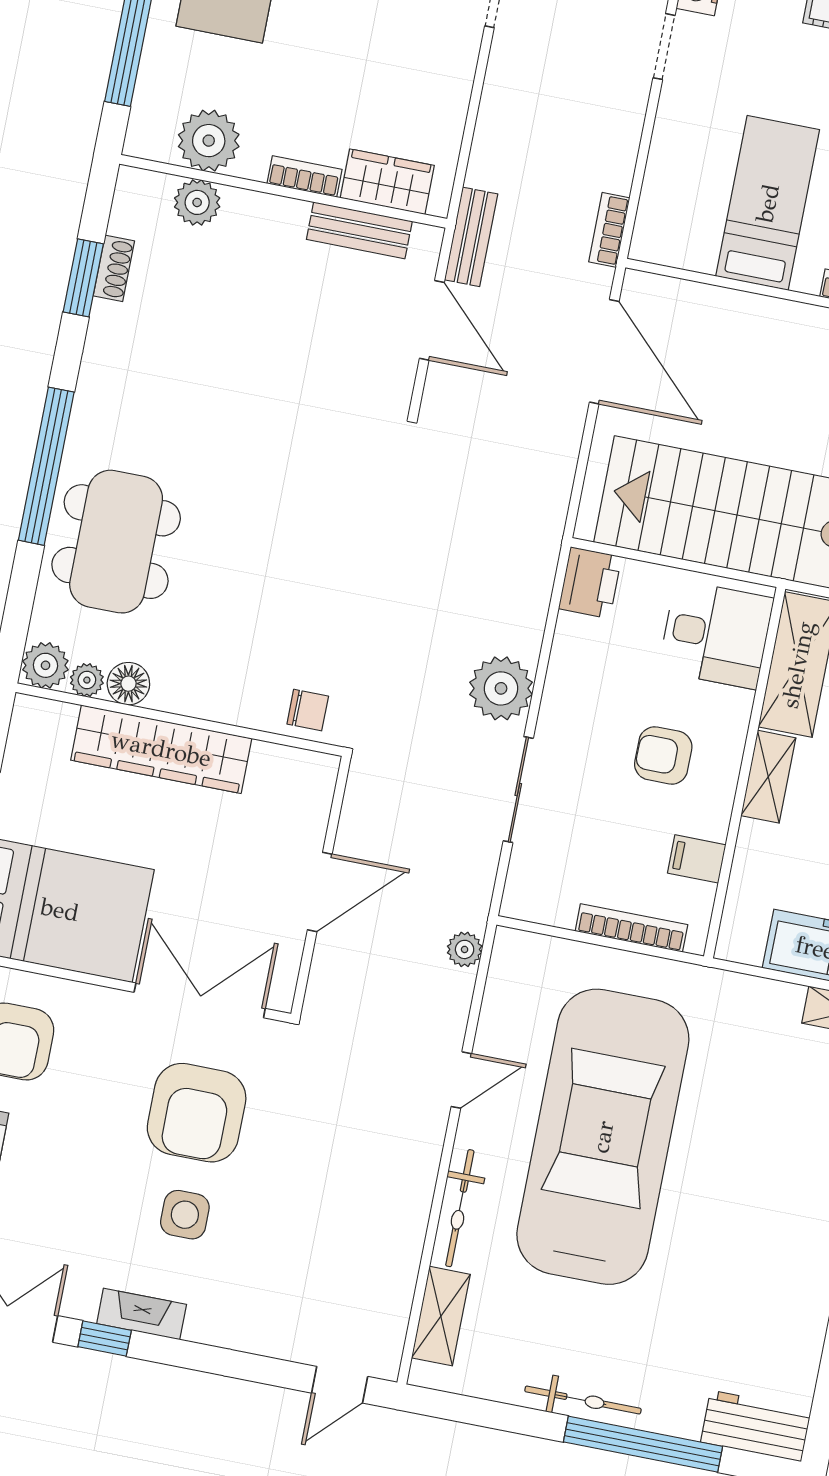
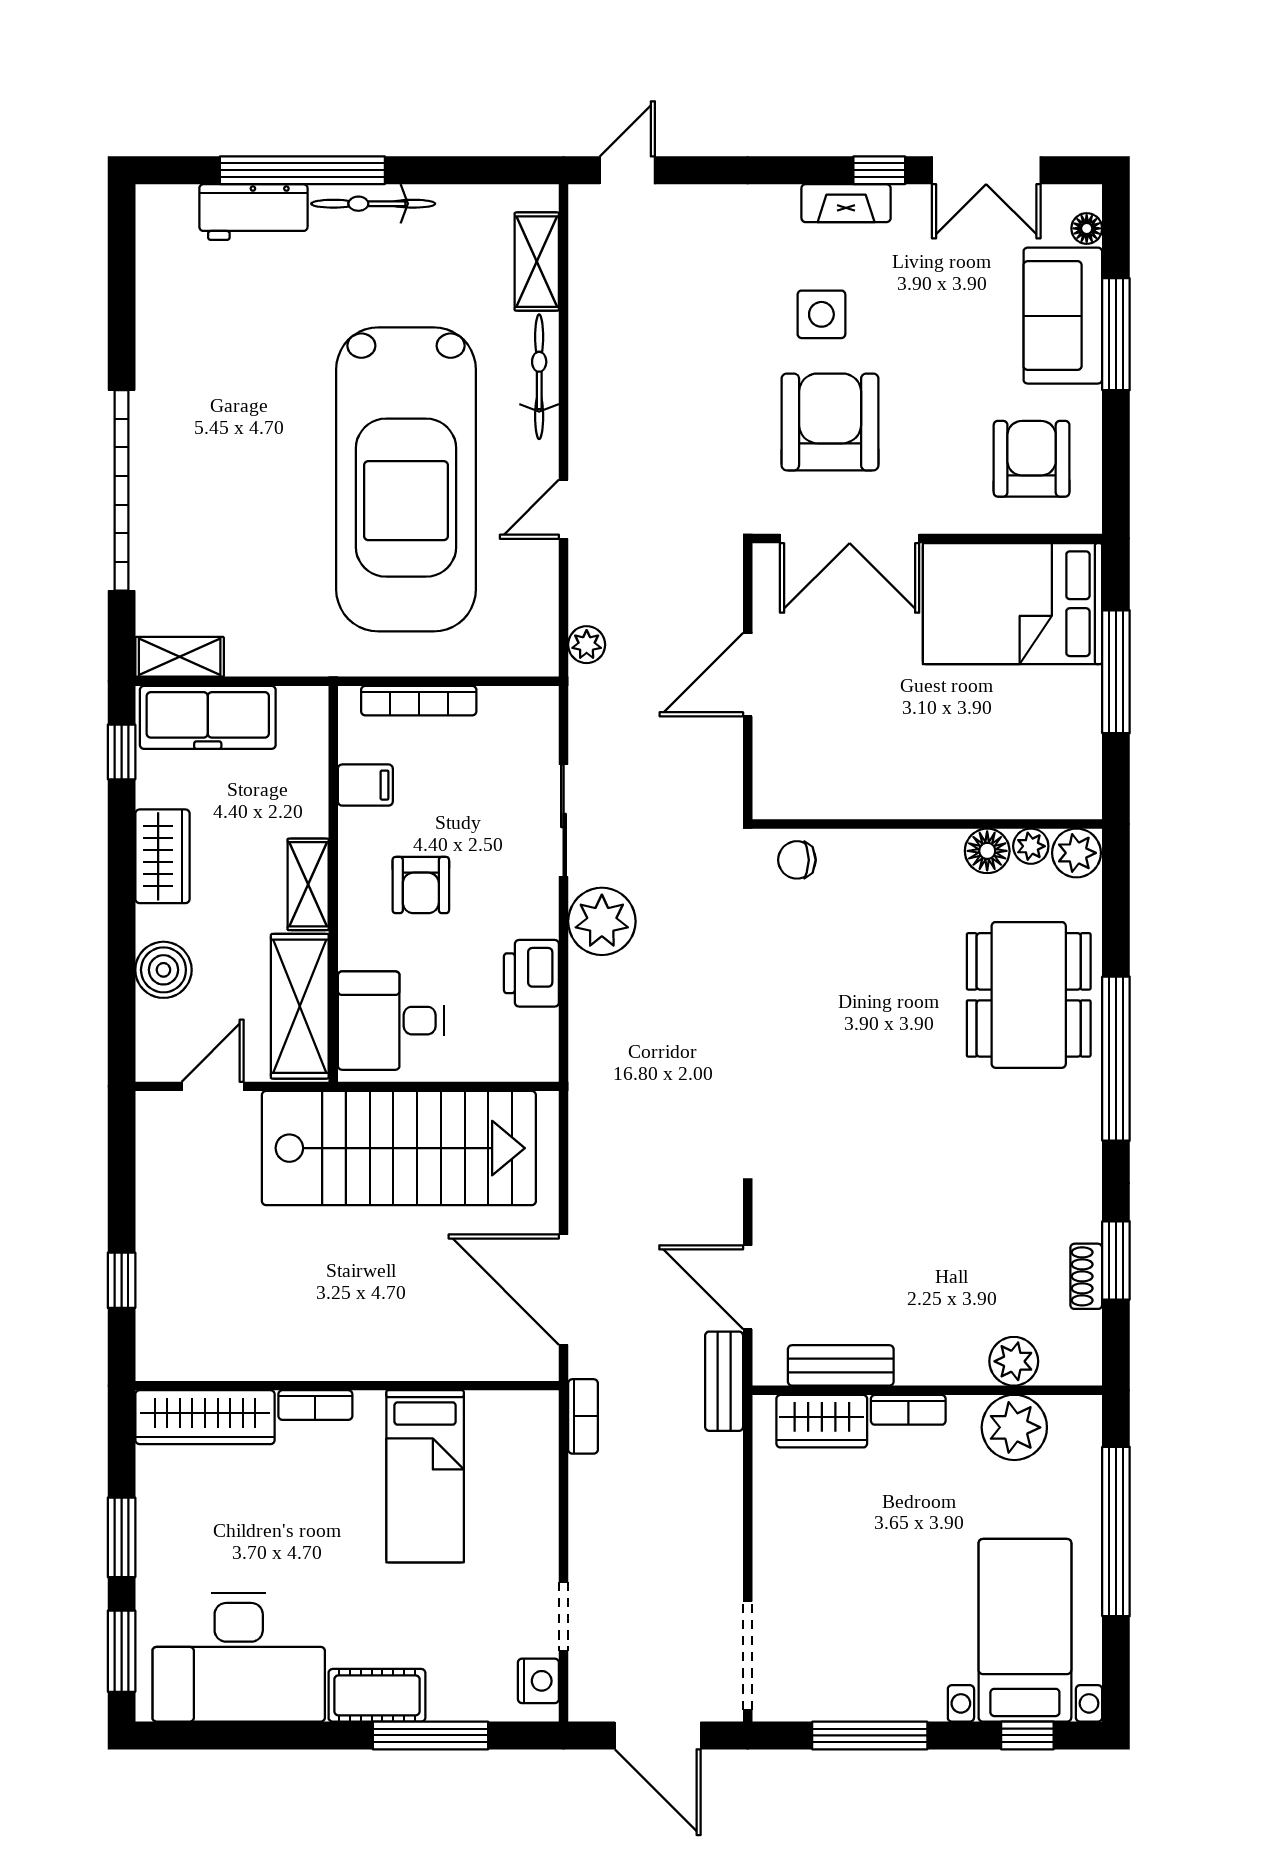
printer: (590, 583) -> (531, 973), moved
wardrobe: (161, 749) -> (940, 790), removed
armchair: (663, 755) -> (421, 885), turned 90
workbench: (756, 1426) -> (253, 212), moved

